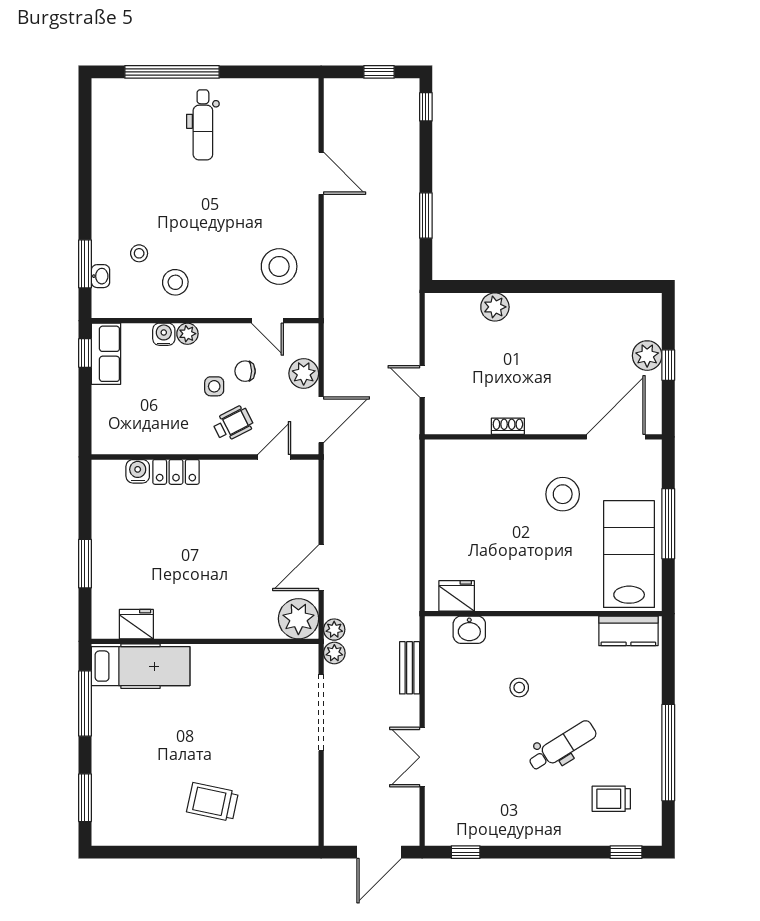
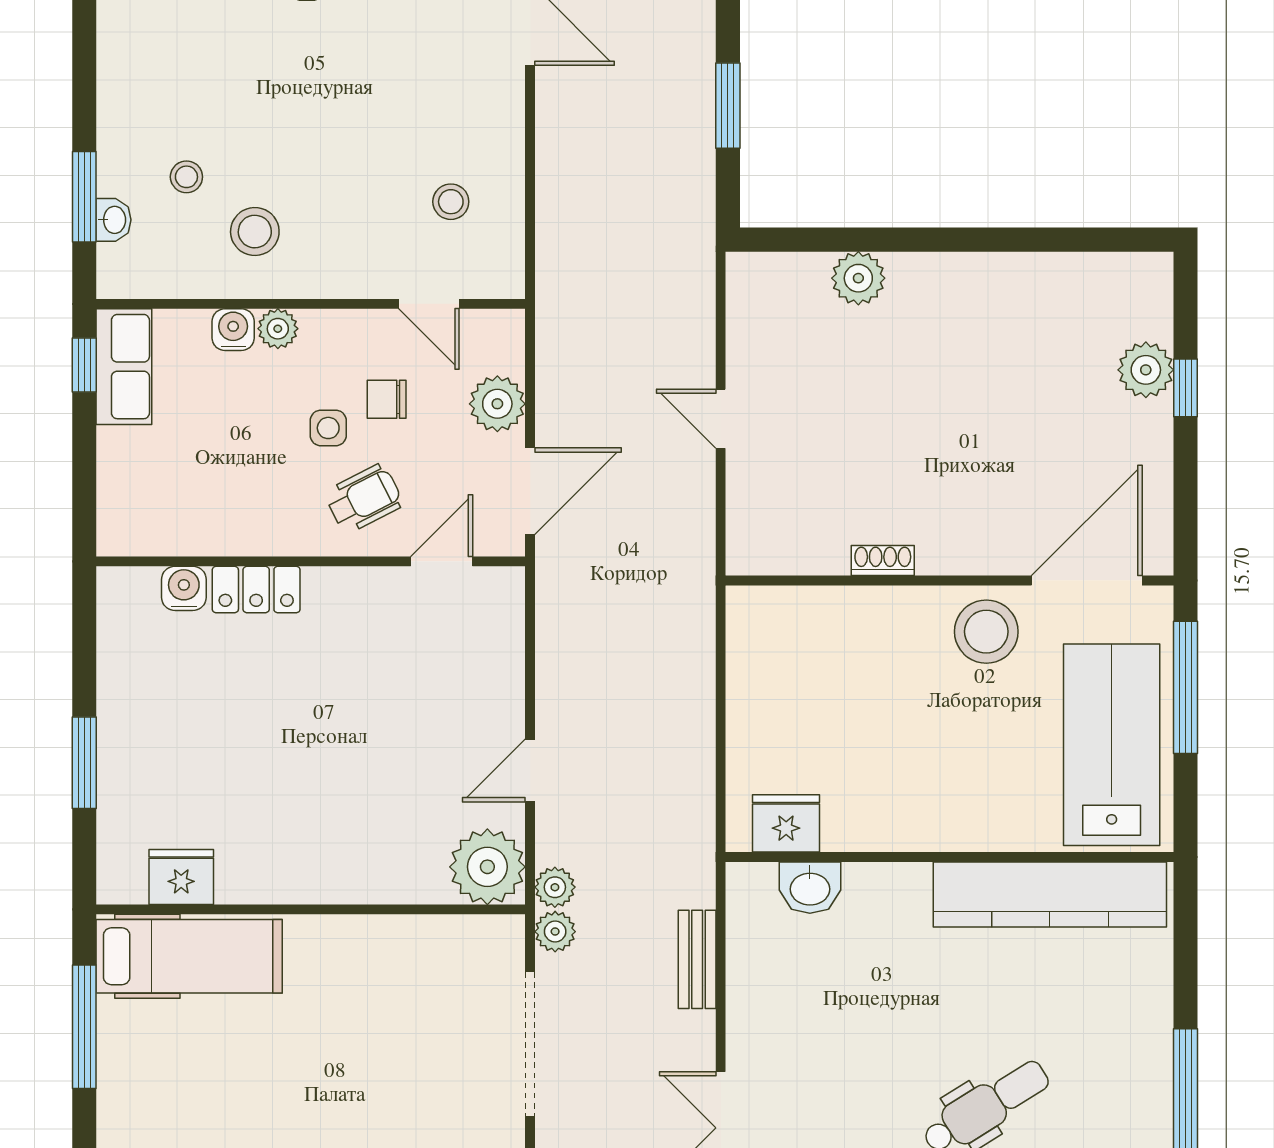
stool: (279, 266) -> (451, 202), width x0.53, depth x0.53
shoe rack: (508, 426) -> (883, 560), moved
wall: (543, 437) -> (950, 580), moved
door: (616, 437) -> (1087, 580), moved
door: (321, 568) -> (530, 771), width x0.73
kitchen counter: (628, 631) -> (1050, 894), width x2.08, depth x1.17
stool: (519, 688) -> (904, 997), removed

